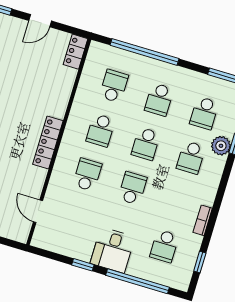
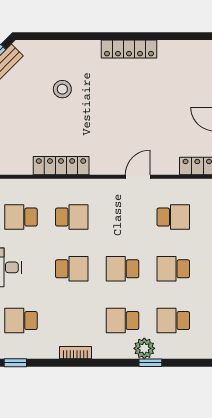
school desk: (101, 130) -> (21, 217), moved
locker: (48, 143) -> (61, 166), moved
door: (38, 211) -> (138, 177), moved
bookcase: (203, 220) -> (75, 353), moved

